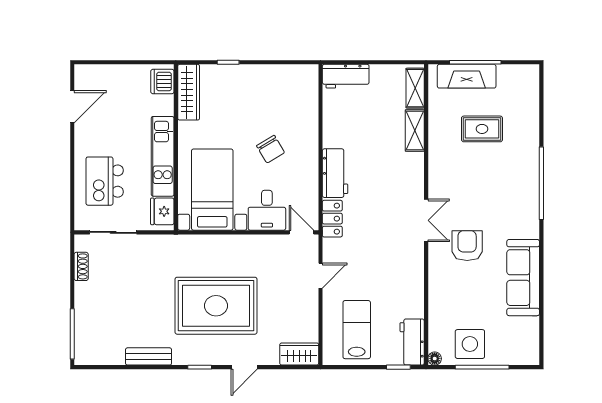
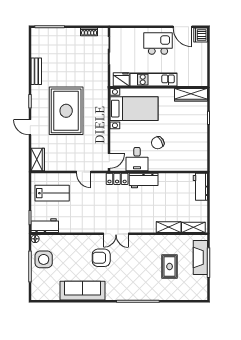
dishwasher: (162, 81) -> (201, 35), moved, turned -90
kitchen island: (105, 181) -> (158, 44), moved
desk: (267, 210) -> (137, 159), moved, turned -90
armchair: (467, 246) -> (101, 258), turned 180

